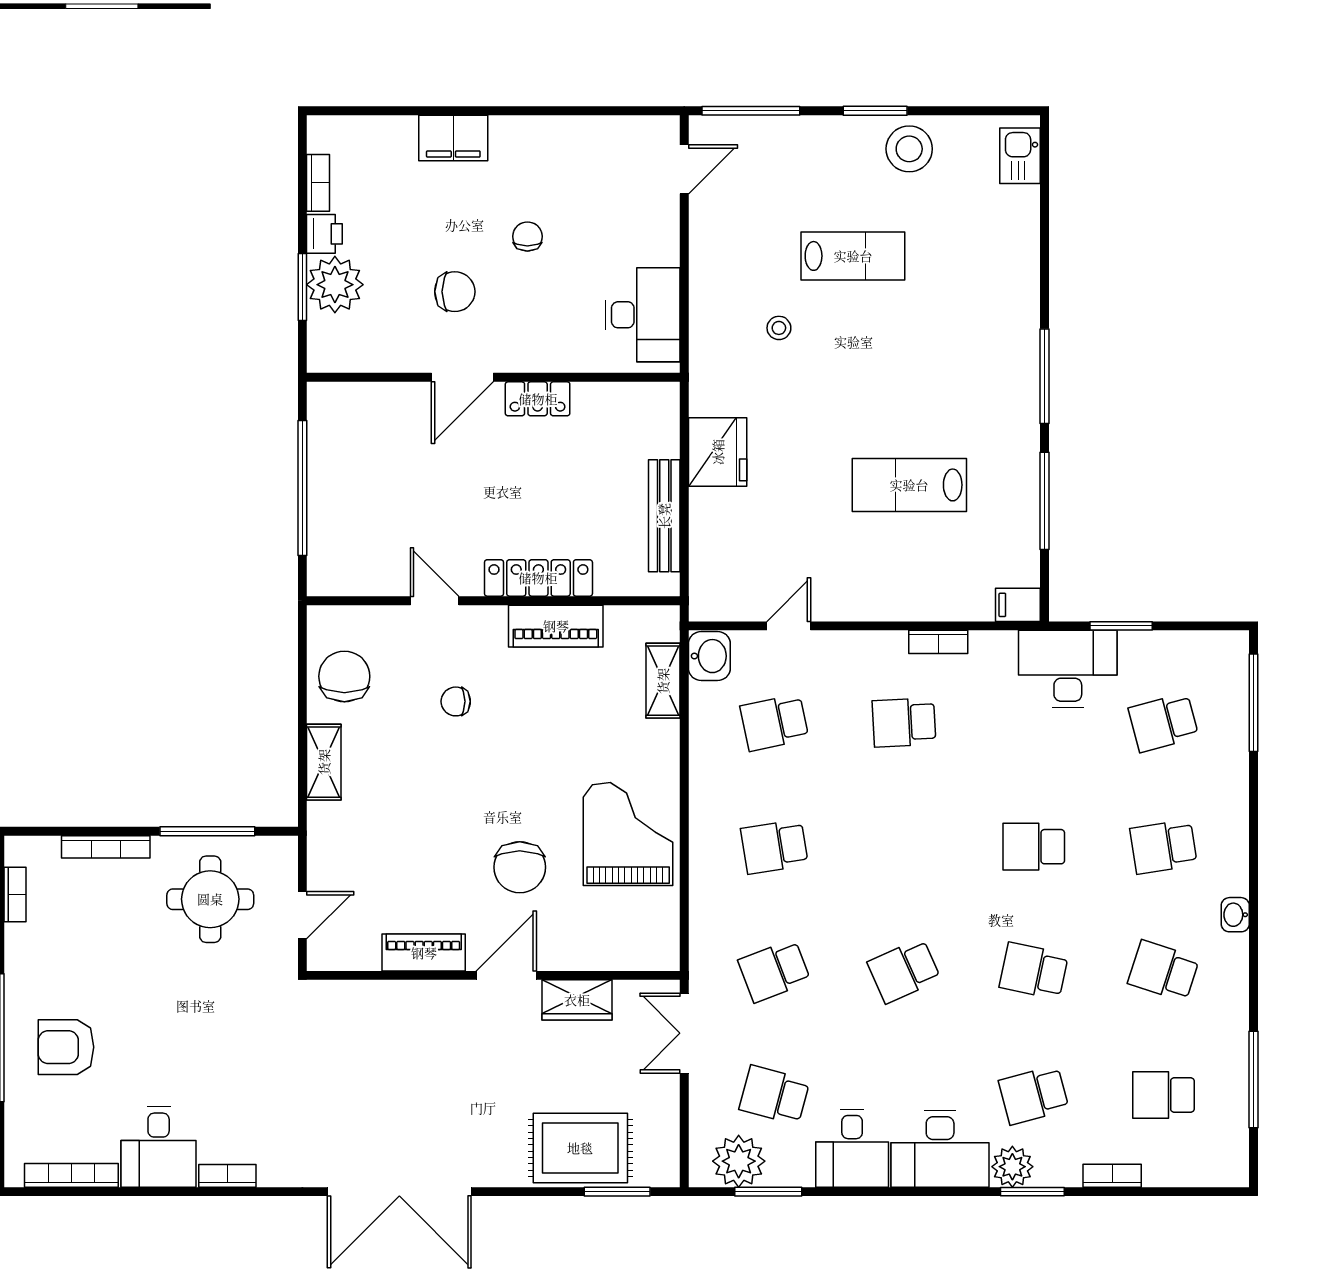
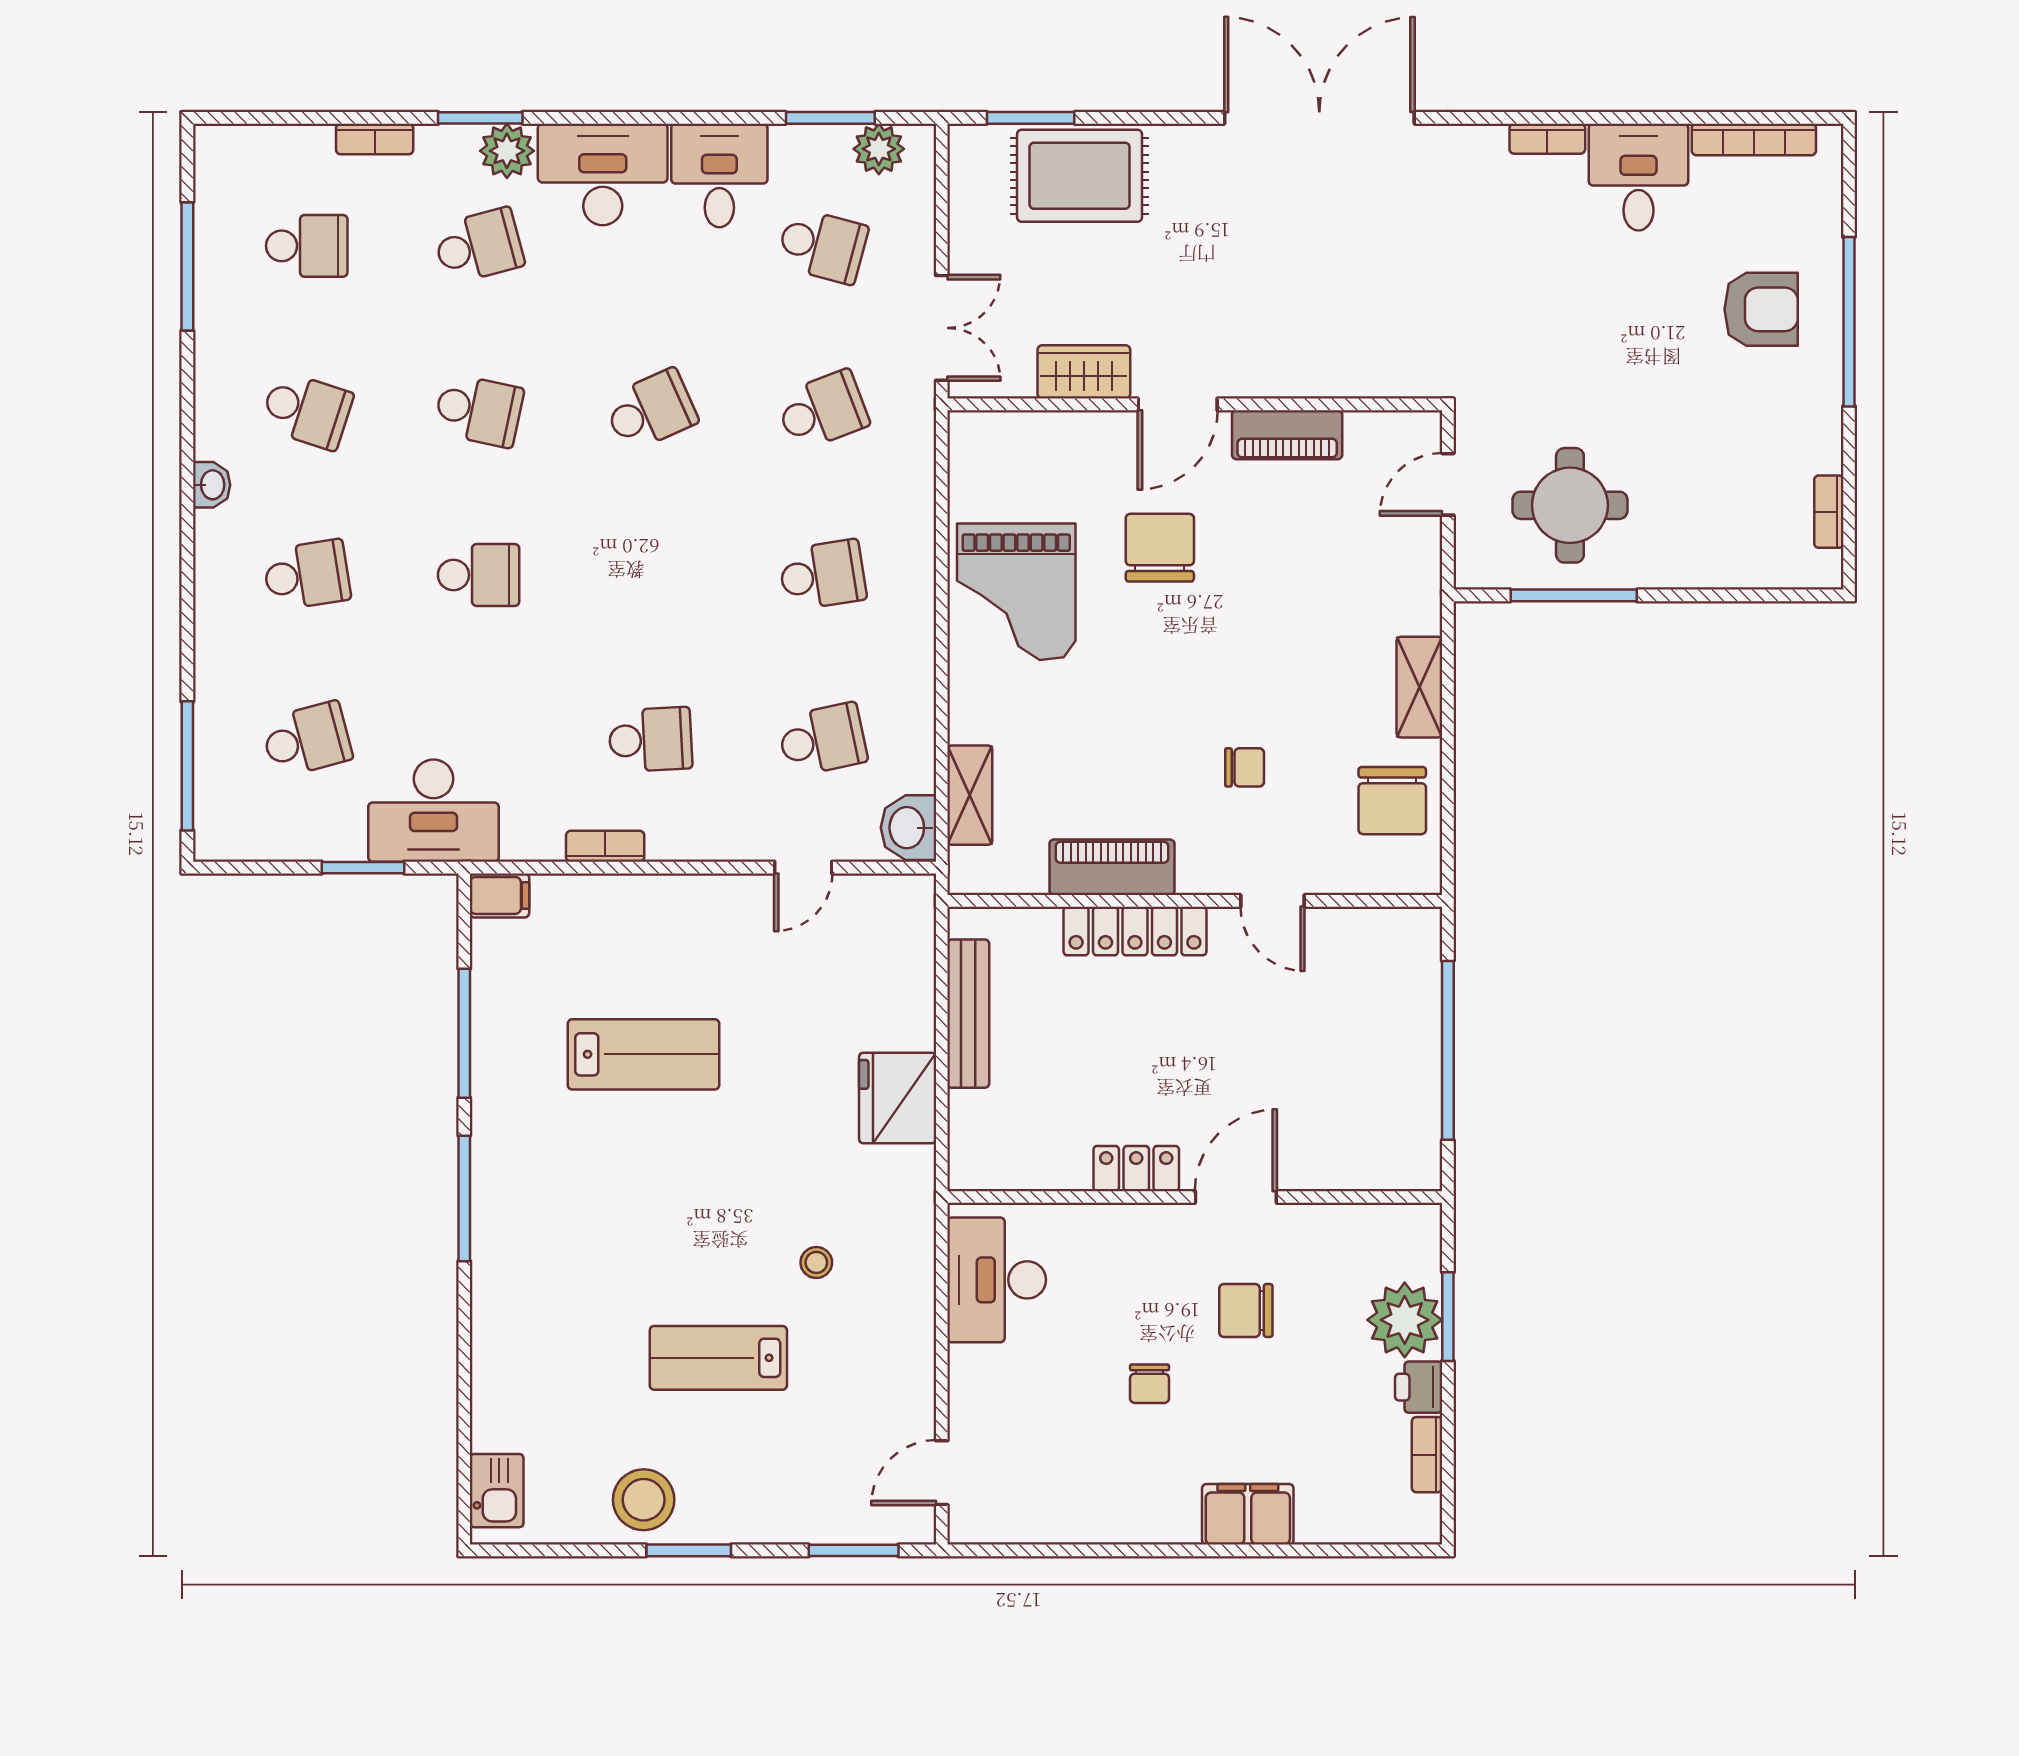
window: (751, 111) -> (854, 1550), width x0.69
bookcase: (106, 847) -> (1708, 575), removed
plant: (739, 1161) -> (879, 149), width x0.73, depth x0.73

